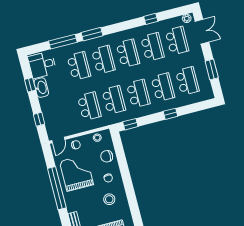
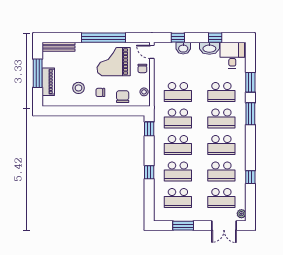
window: (63, 42) -> (250, 82), width x0.69
washbasin: (47, 112) -> (183, 48), added
grand piano: (76, 173) -> (114, 62), turned 180

